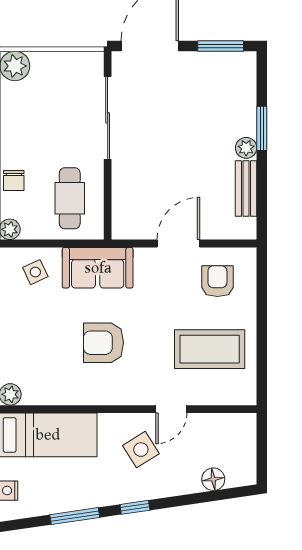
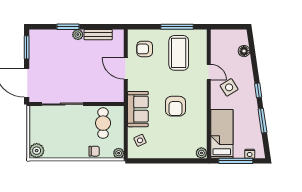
cafe table: (70, 198) -> (103, 123), turned 90
window: (262, 346) -> (177, 27), added

